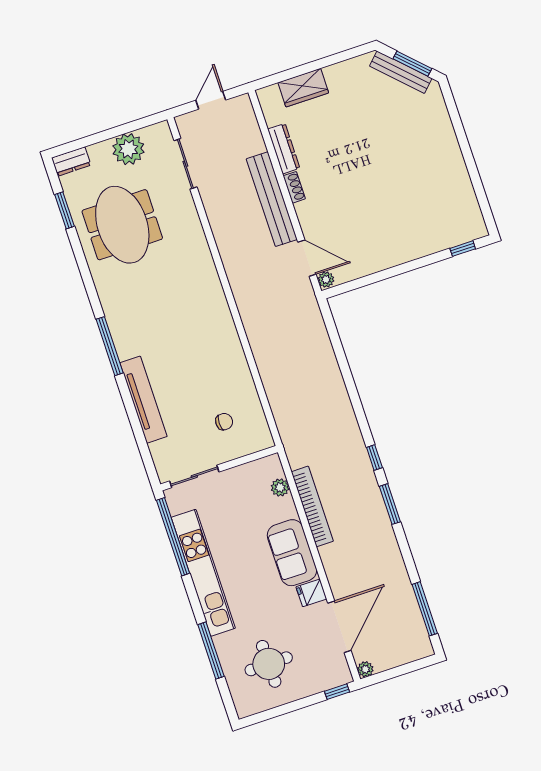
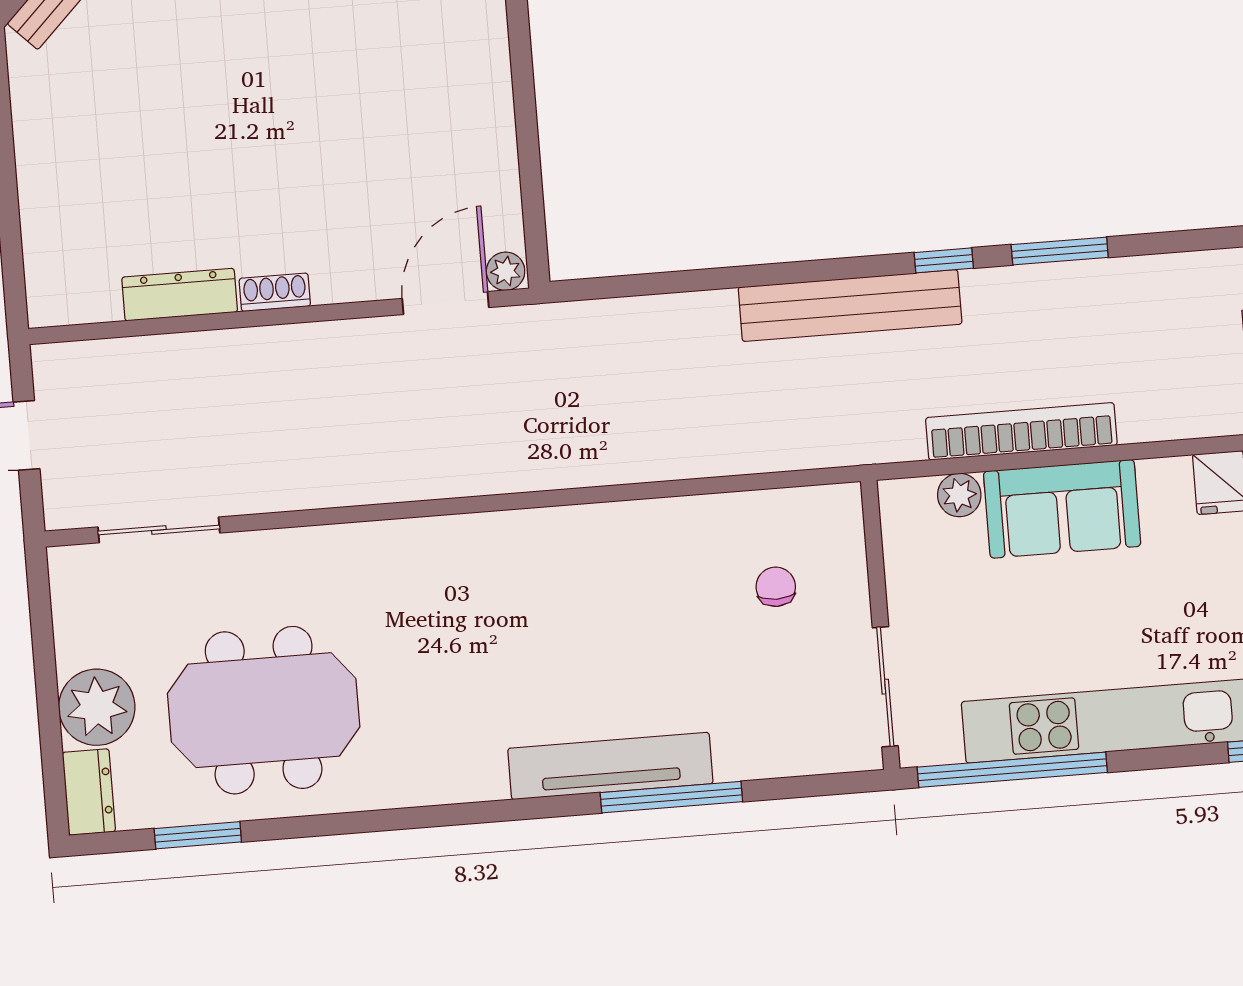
wardrobe: (303, 88) -> (50, 215), removed
plant: (128, 149) -> (97, 707), moved
bench: (272, 199) -> (850, 306), moved
window: (110, 346) -> (671, 797), moved
tv unit: (143, 400) -> (610, 766), moved
sofa: (292, 553) -> (1062, 509), moved

